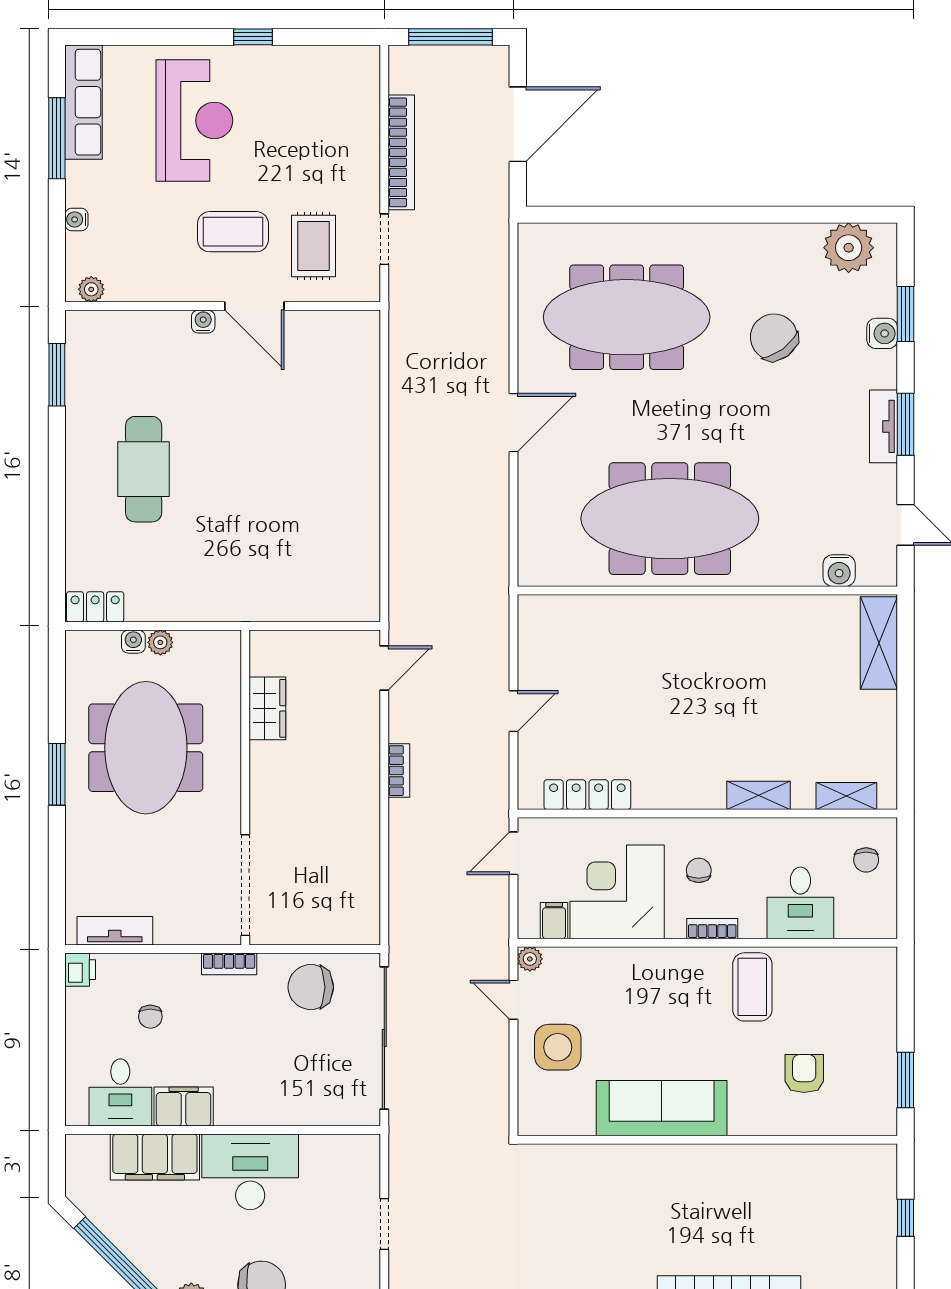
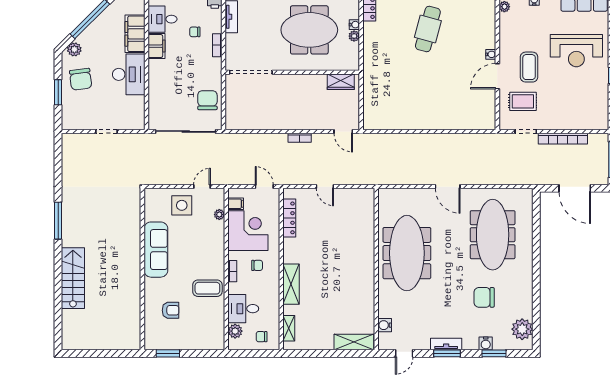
chair: (774, 337) -> (484, 297), turned -143
cafe table: (144, 469) -> (428, 29), turned -75
wardrobe: (267, 708) -> (341, 82), moved
shelving: (758, 795) -> (291, 284), width x1.50, depth x1.33
plant: (853, 922) -> (235, 331), added
plant: (530, 959) -> (219, 215), moved
bookcase: (229, 964) -> (217, 45), moved
window: (905, 1218) -> (109, 353), removed

